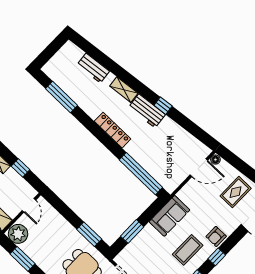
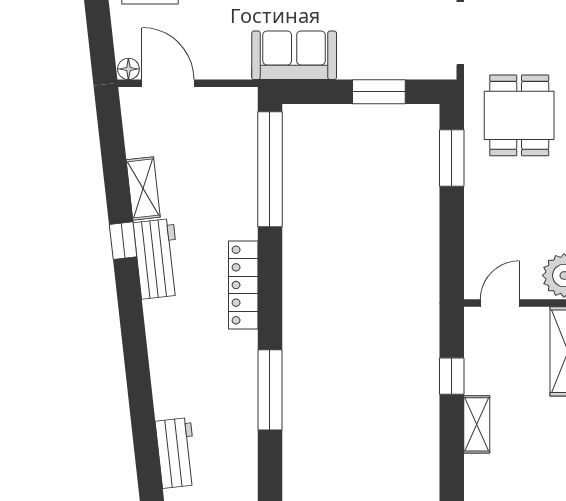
workbench: (93, 68) -> (176, 453), moved
shelving: (124, 90) -> (143, 188), moved
window: (61, 97) -> (270, 390), moved

